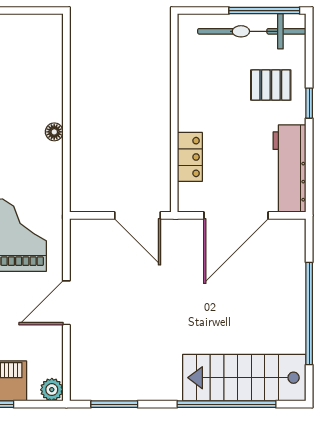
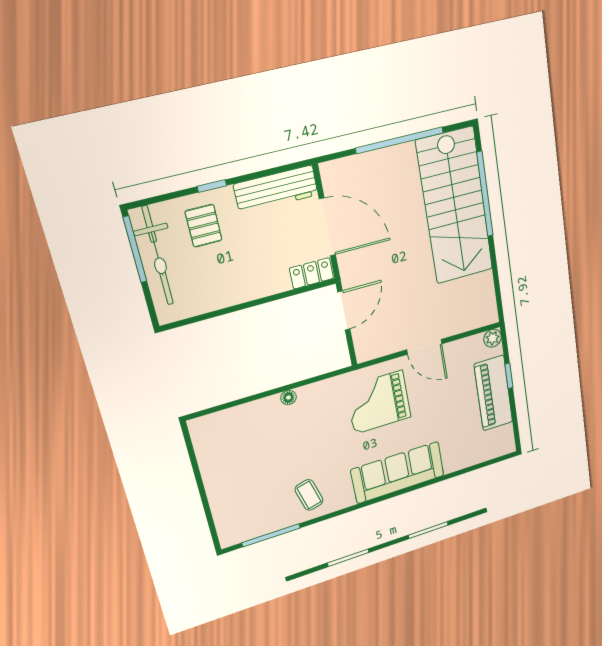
locker: (190, 157) -> (311, 273), moved
stairs: (244, 378) -> (455, 206), width x1.36, depth x1.51
window: (114, 404) -> (497, 286), removed

